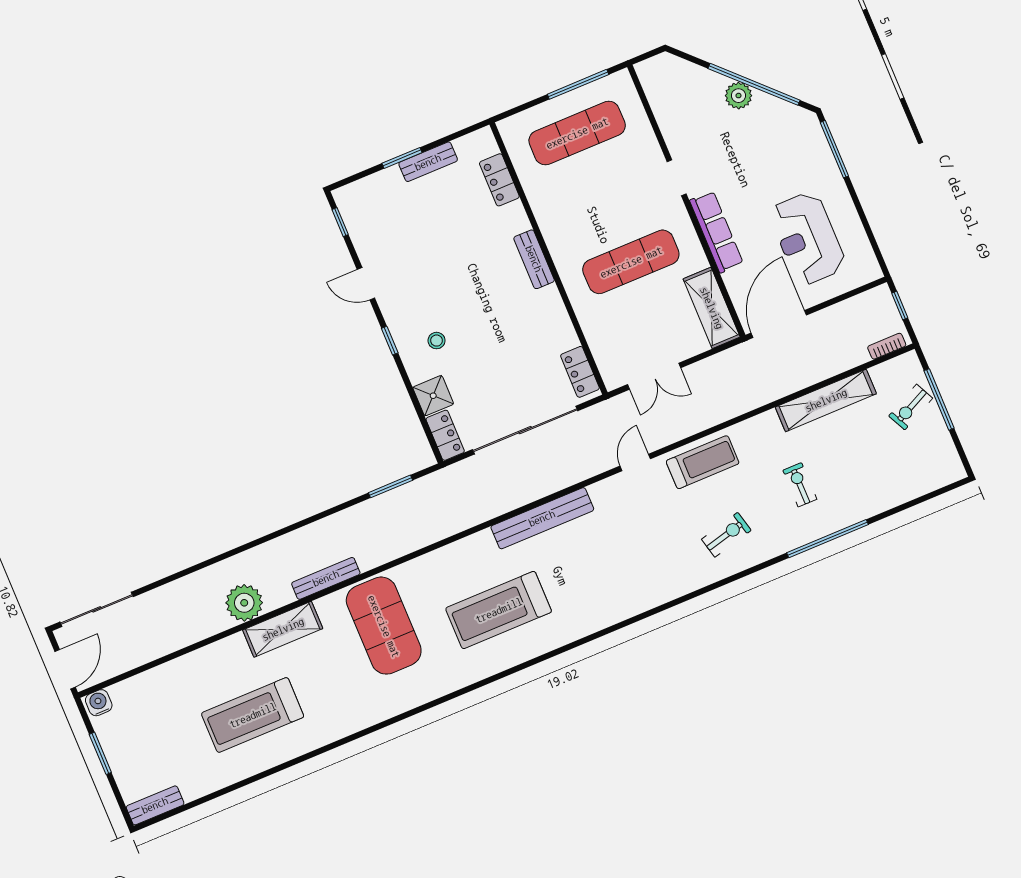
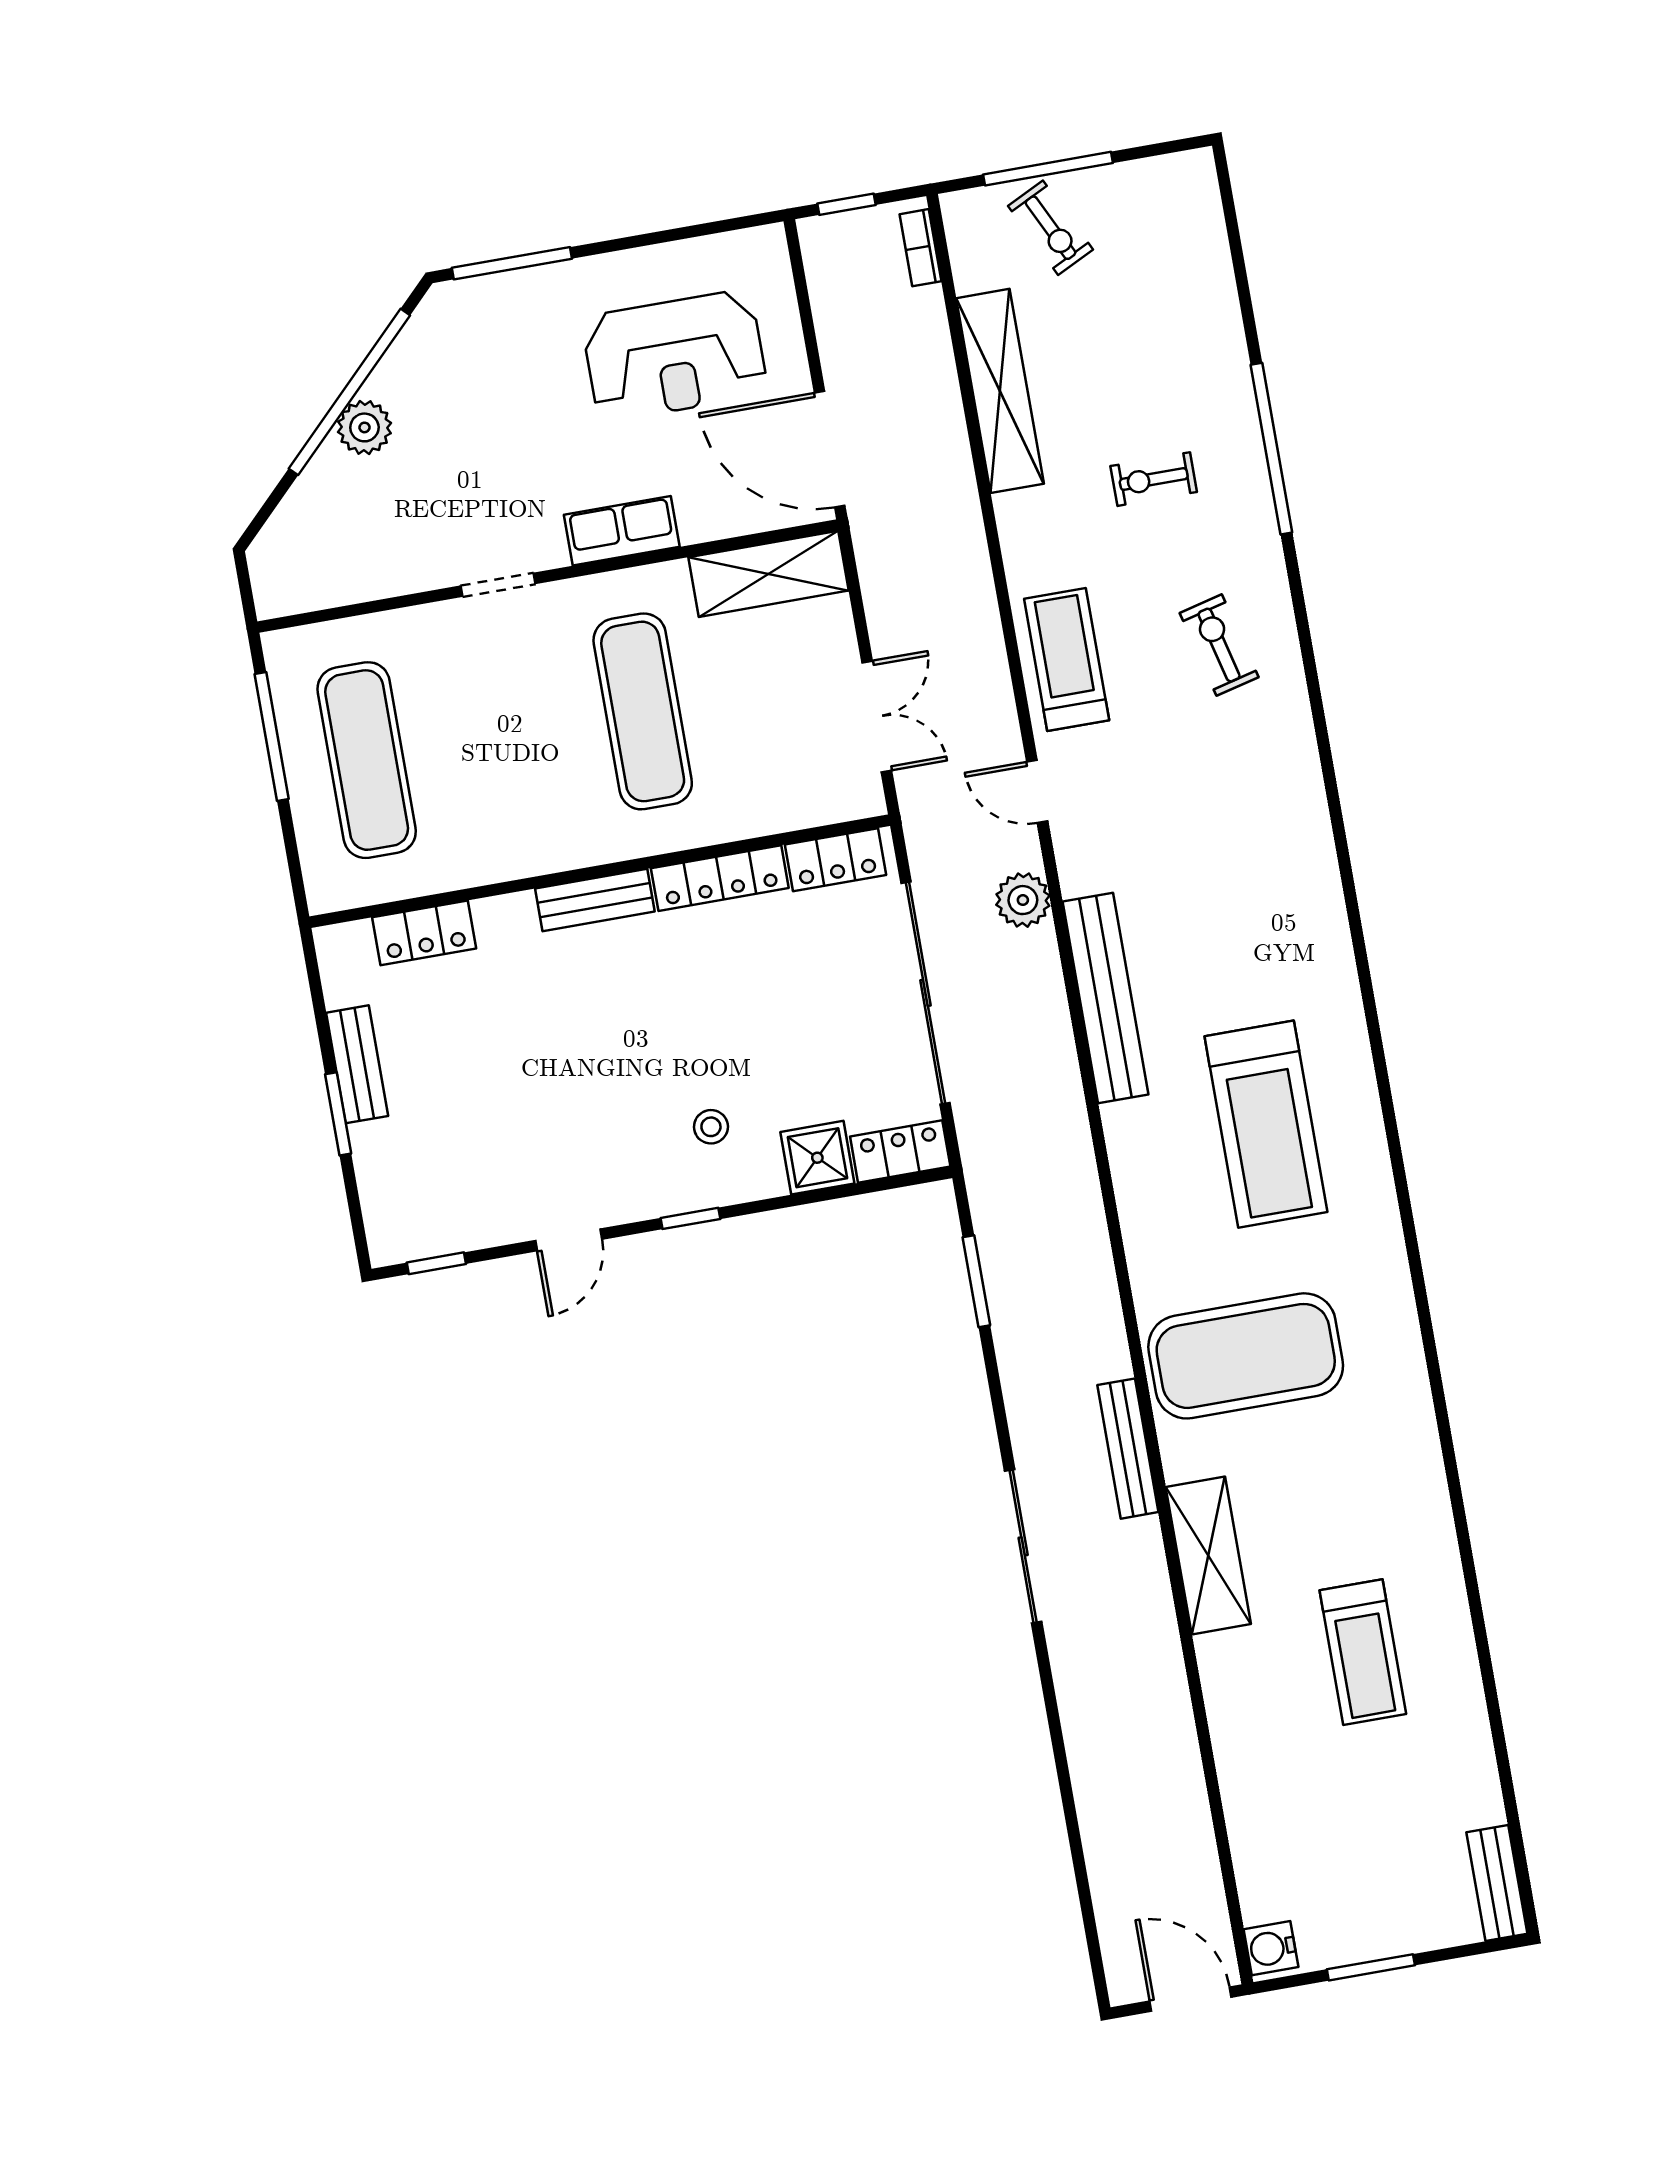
row of seats: (716, 232) -> (622, 531), width x0.68
locker: (558, 318) -> (720, 878), added
plant: (244, 603) -> (1023, 900), moved, width x0.73, depth x0.73
sliding door: (97, 609) -> (1023, 1546), moved
treadmill: (253, 715) -> (1363, 1652), width x0.73, depth x0.73

